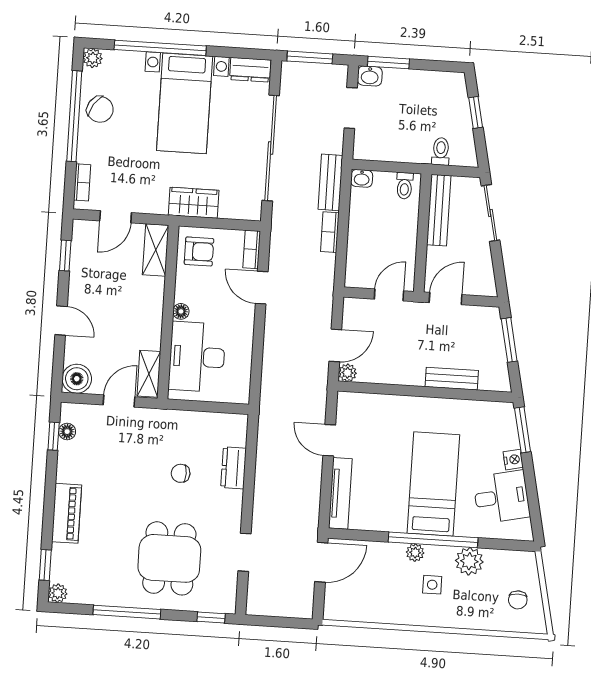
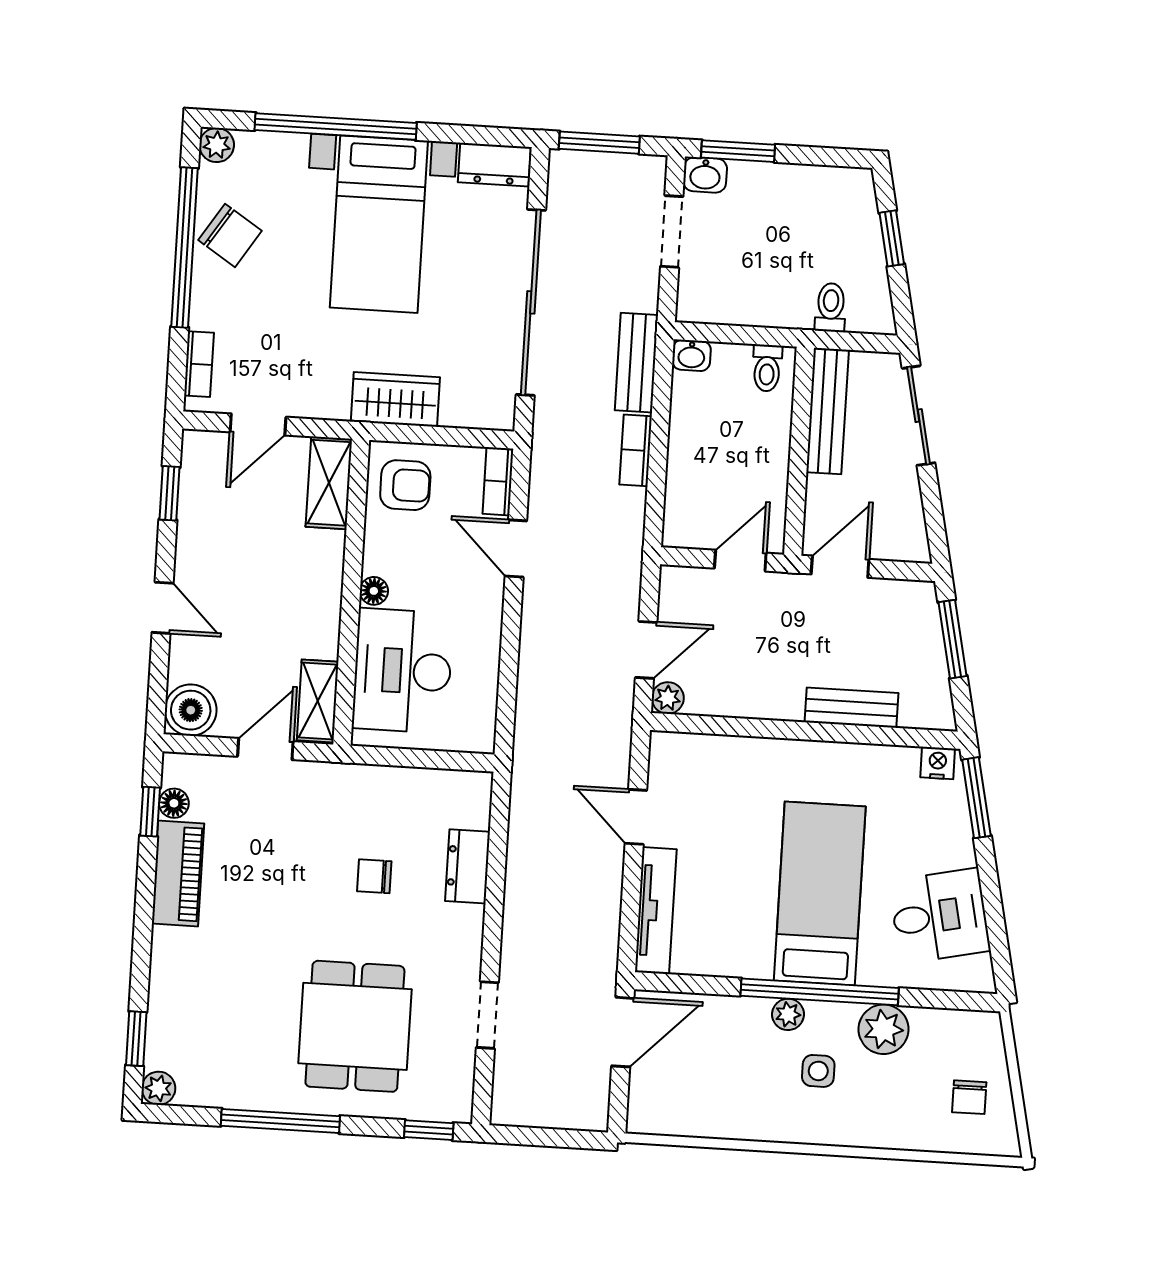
nightstand: (513, 460) -> (938, 763), moved, turned -78
piano: (67, 513) -> (178, 874), moved

